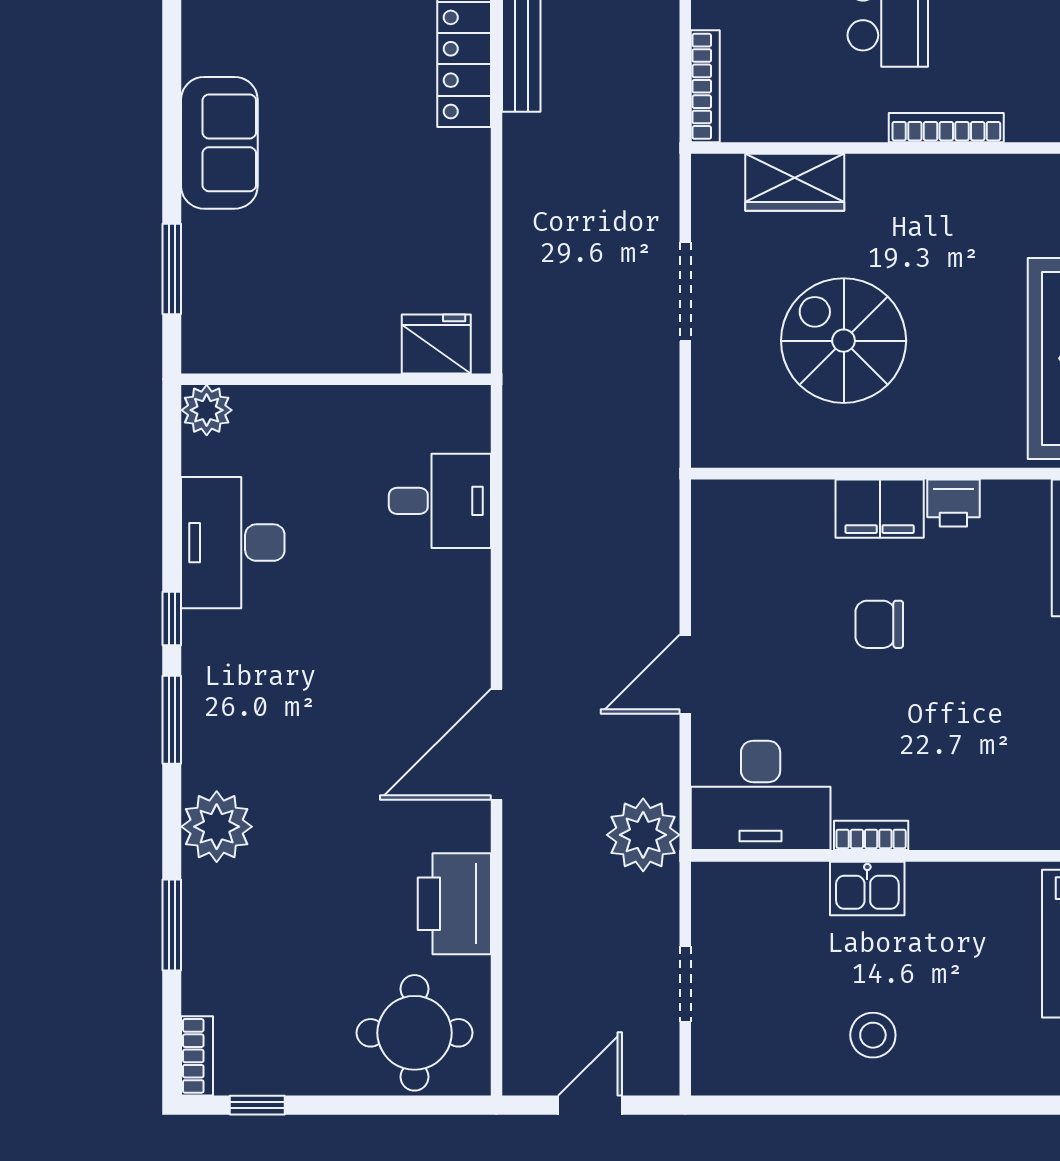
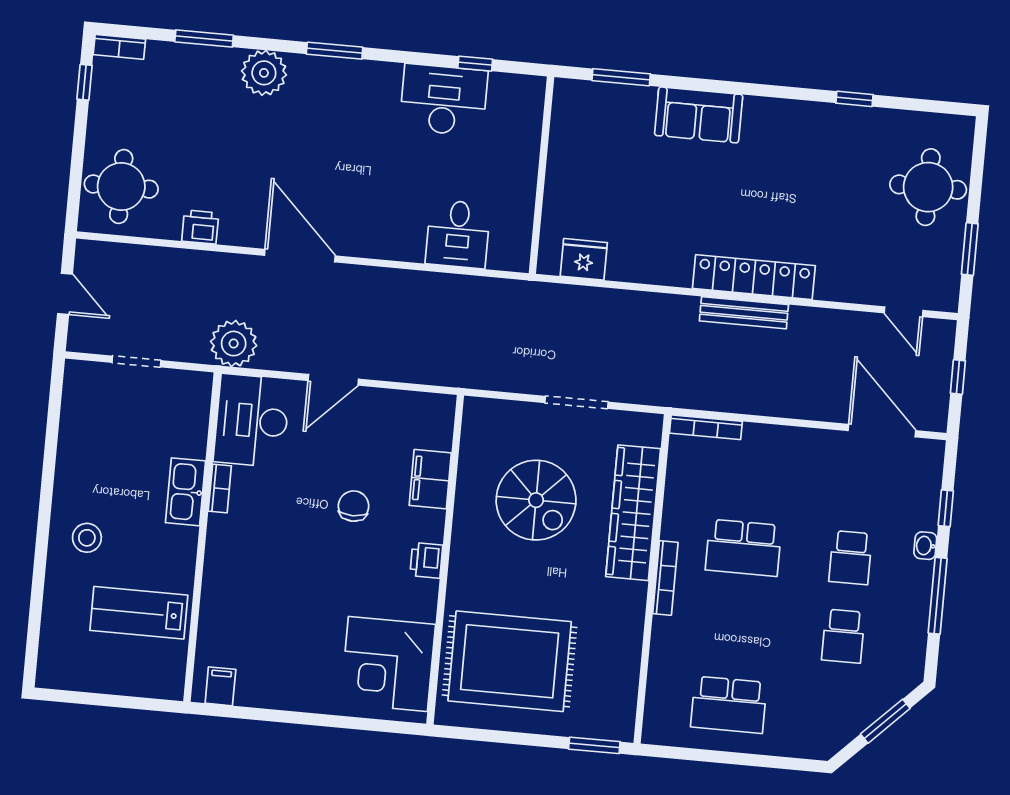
wardrobe: (795, 182) -> (633, 513), width x2.10, depth x1.17
spiral stairs: (844, 341) -> (536, 500), turned 90
fridge: (436, 344) -> (584, 259), moved, turned -90
plant: (207, 410) -> (529, 91), removed
filing cabinet: (880, 509) -> (430, 479), moved
window: (172, 618) -> (475, 64), moved
door: (685, 674) -> (333, 380), swing flipped
kitchen sink: (867, 888) -> (185, 492), width x1.38
printer: (454, 904) -> (200, 227), width x0.53, depth x0.68
stool: (873, 1035) -> (87, 538), moved

